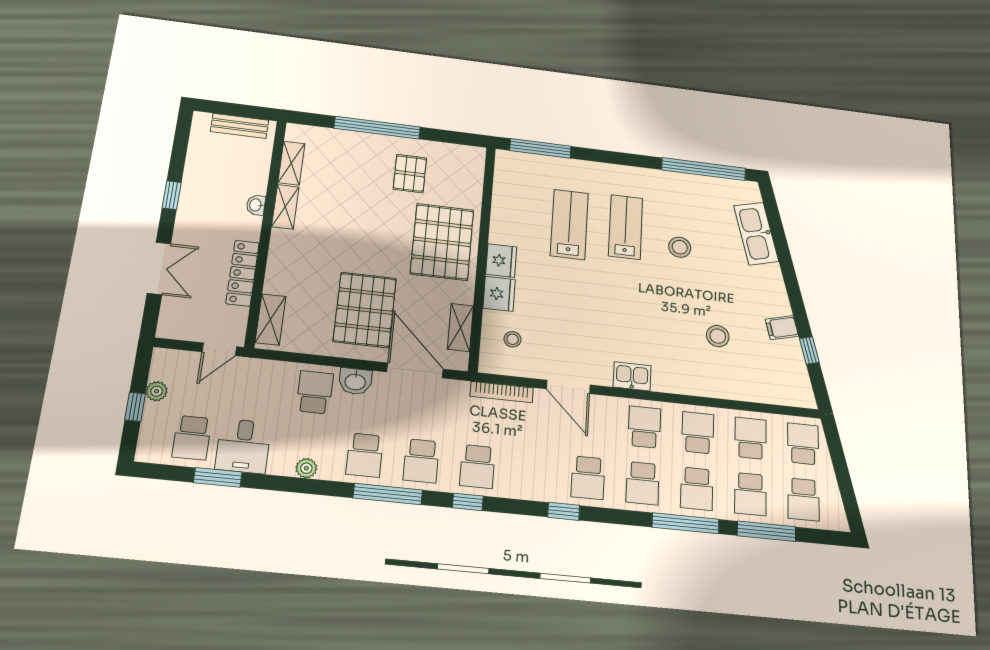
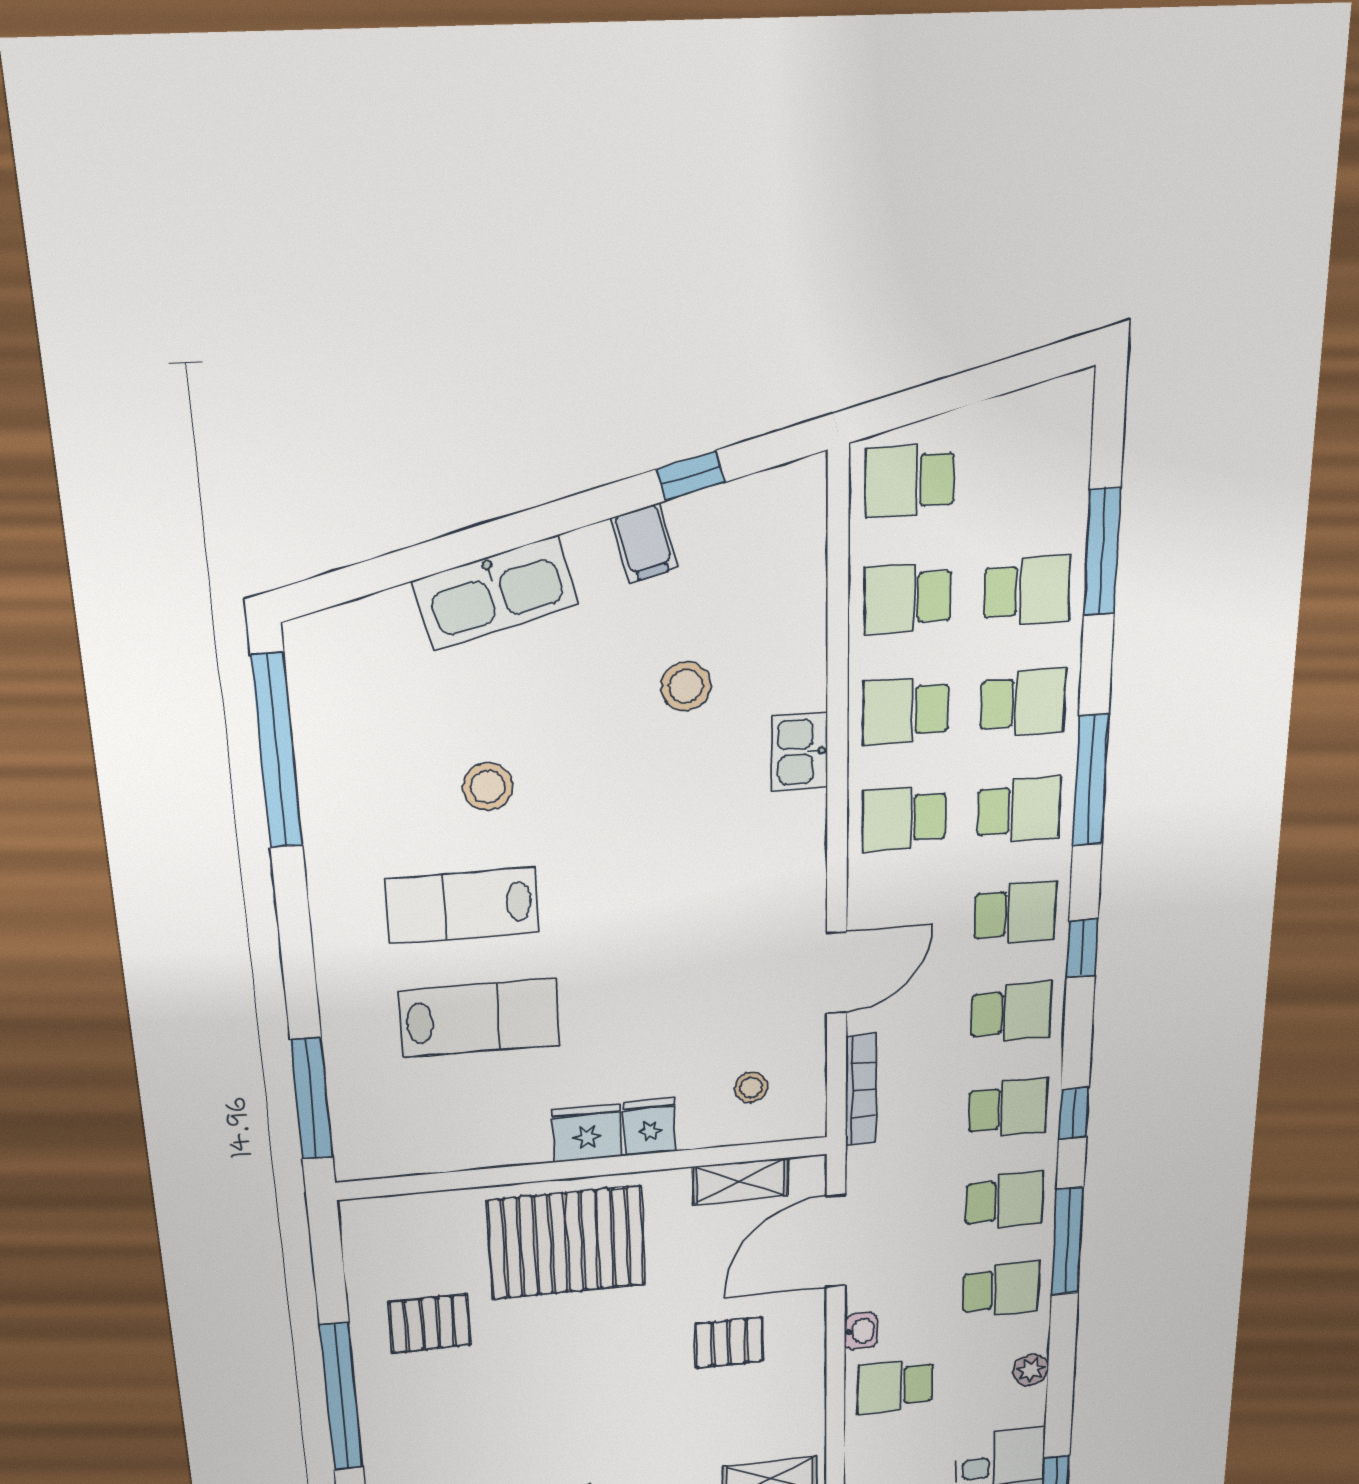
lab bench: (569, 224) -> (480, 1018), turned 180
kitchen sink: (756, 234) -> (496, 593), moved
fridge: (499, 294) -> (650, 1127), width x0.72
pallet: (365, 310) -> (729, 1342), width x0.49, depth x0.50
kitchen sink: (632, 376) -> (799, 752), moved
washbasin: (355, 381) -> (861, 1331), width x0.72, depth x0.69
school desk: (804, 499) -> (1011, 1013), moved
window: (686, 523) -> (1090, 781), moved

